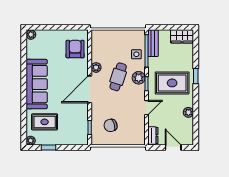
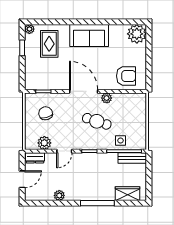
plant: (31, 35) -> (137, 34), width x1.88, depth x1.88
wardrobe: (182, 36) -> (128, 194), moved, turned 90
window: (196, 76) -> (97, 203), width x2.17
plant: (139, 78) -> (44, 143), moved
rug: (172, 83) -> (90, 178), removed
sofa: (37, 84) -> (89, 35), width x0.73
door: (146, 108) -> (64, 151), hinge flipped

